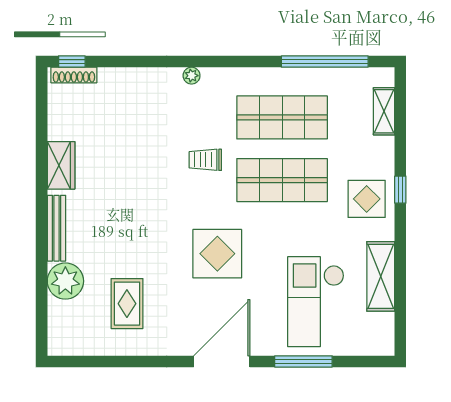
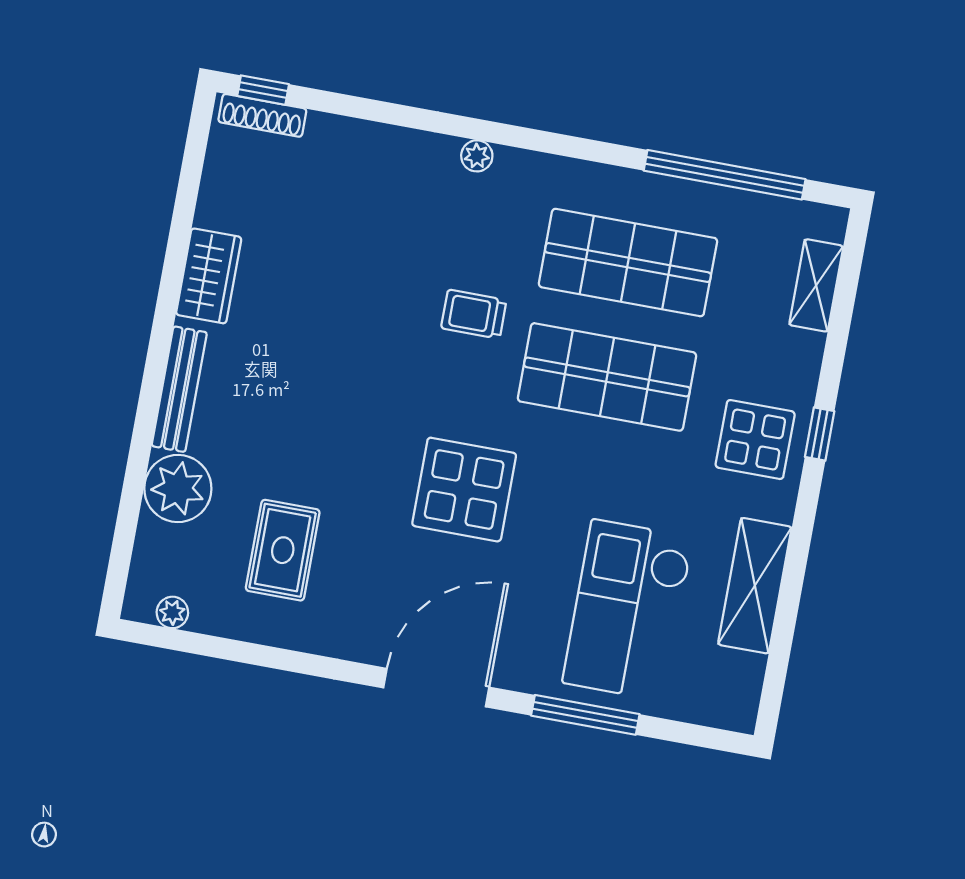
plant: (75, 347) -> (172, 612), added

